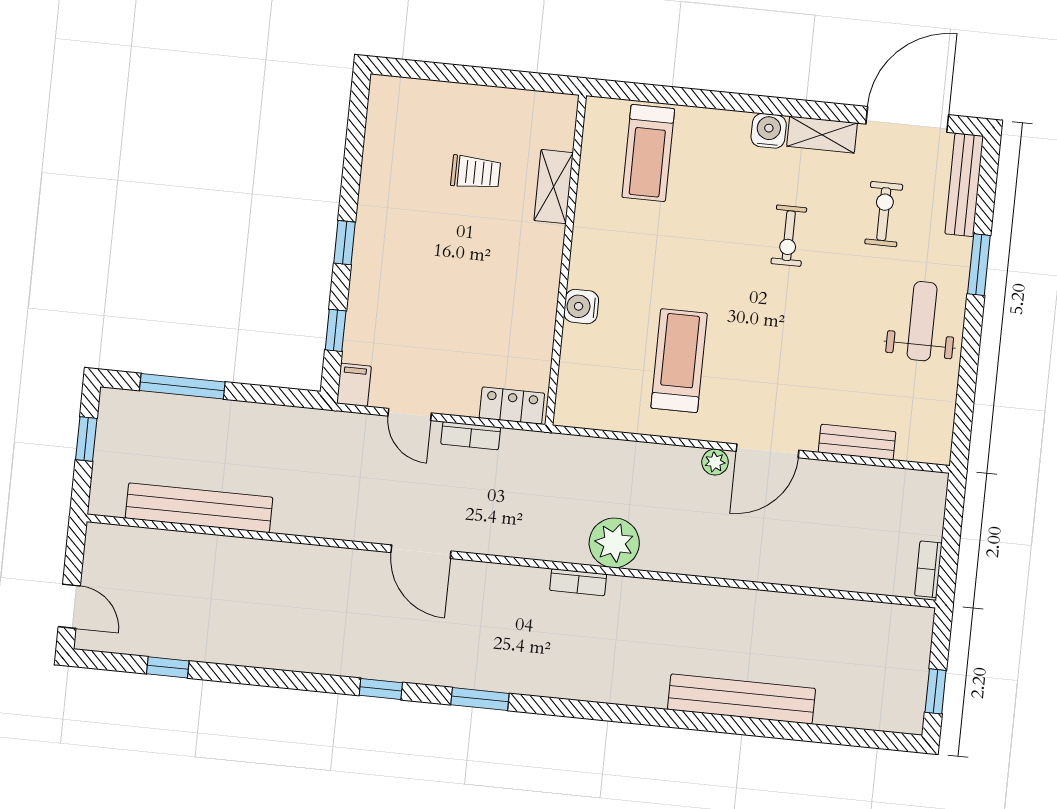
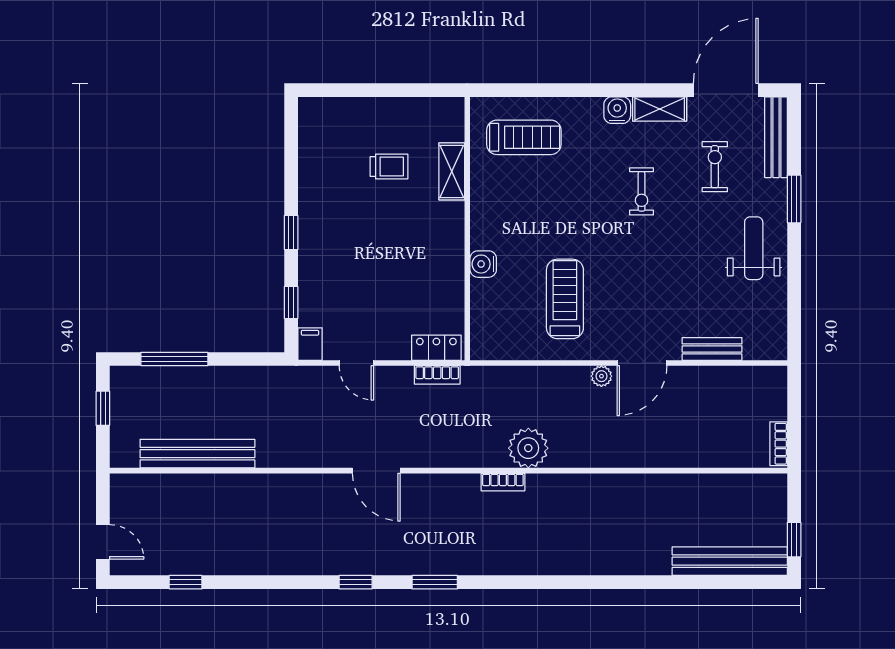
treadmill: (648, 153) -> (524, 137), turned -90
bookcase: (471, 436) -> (437, 375), moved
bench: (741, 699) -> (730, 561), moved

